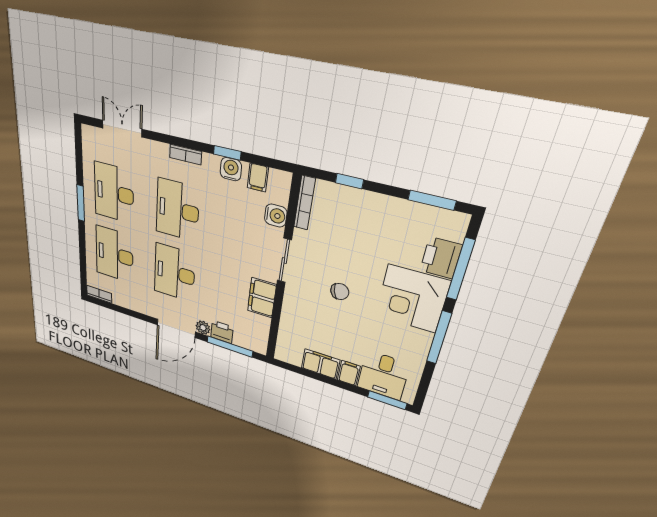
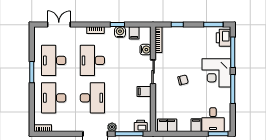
printer: (441, 258) -> (224, 38), moved
desk: (174, 273) -> (92, 98), turned 180
filing cabinet: (262, 298) -> (144, 91), width x0.50
printer: (222, 332) -> (141, 126), moved
filing cabinet: (321, 364) -> (167, 125), moved

